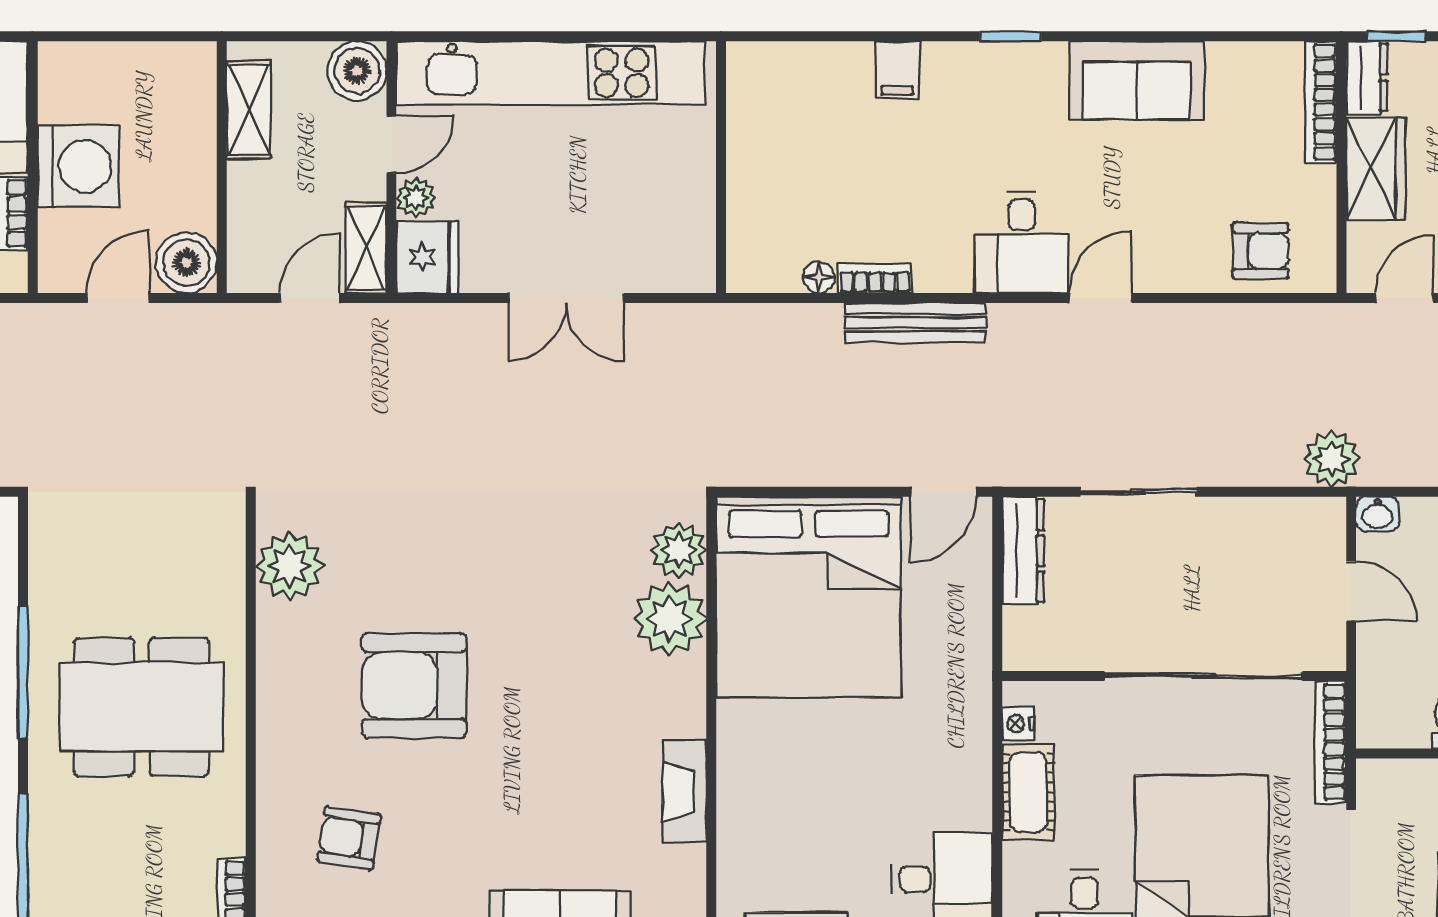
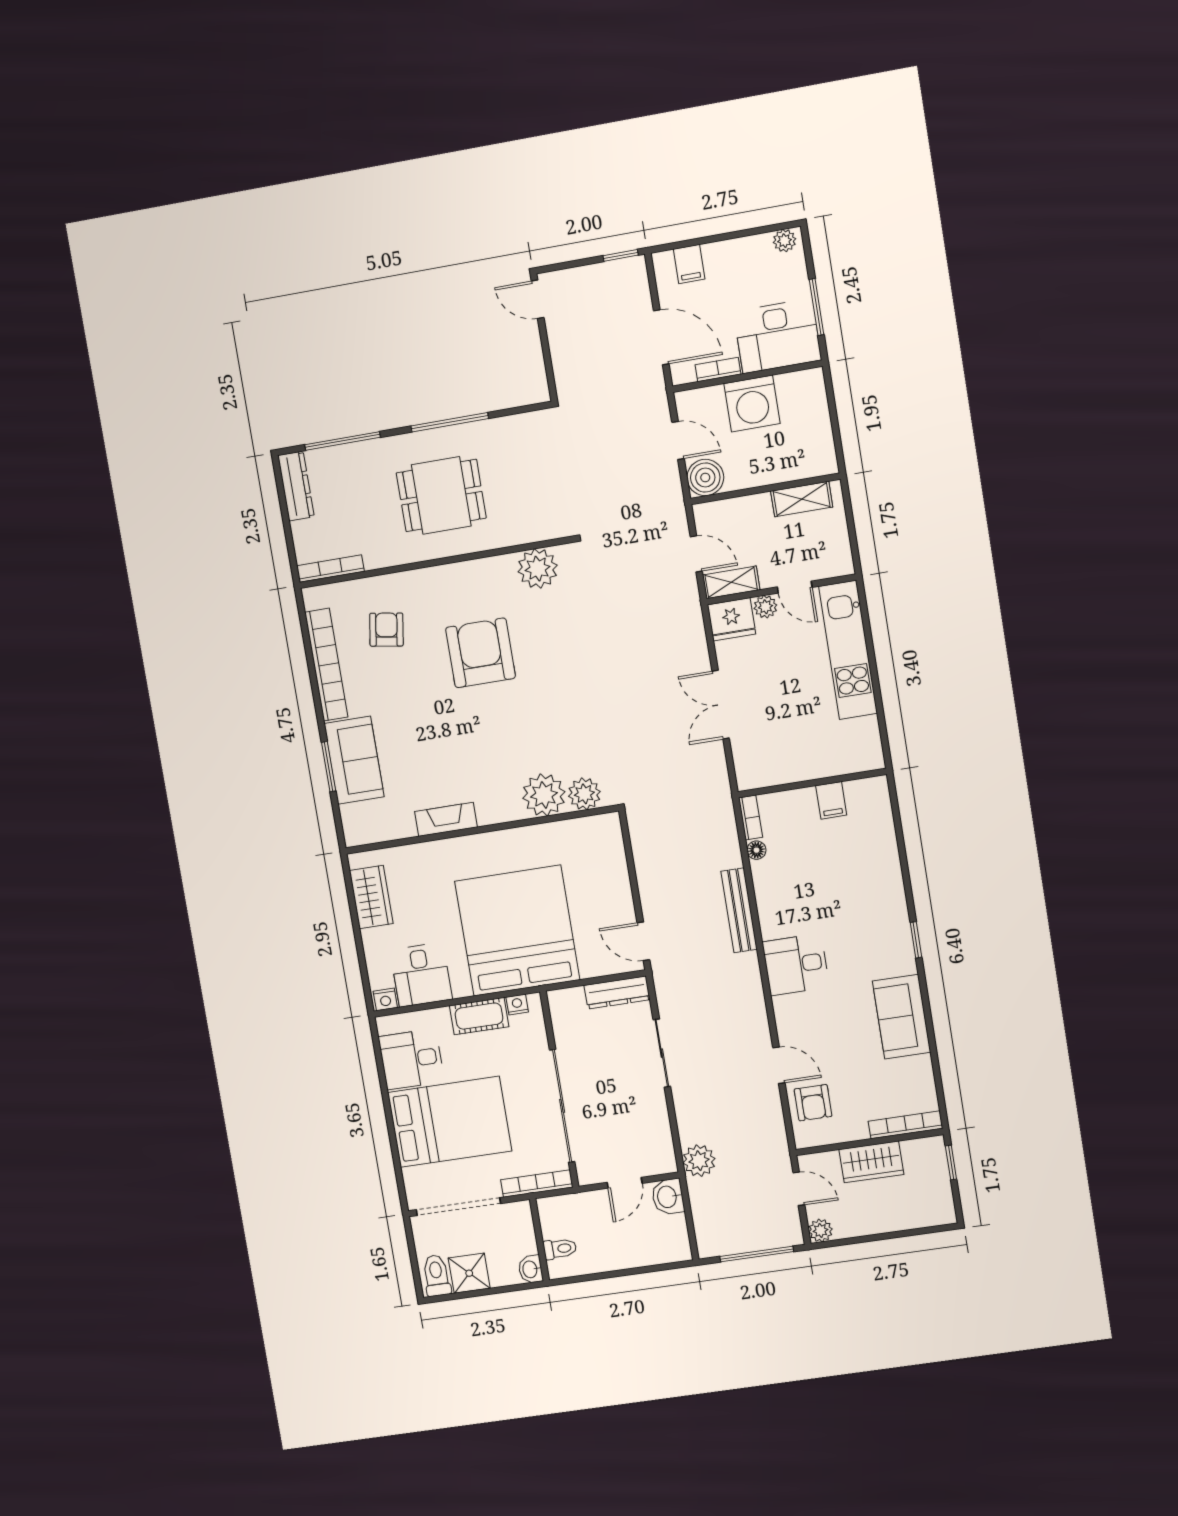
filing cabinet: (897, 70) -> (831, 800), moved, turned -90
boiler: (357, 71) -> (835, 559), removed
kitchen unit: (551, 73) -> (848, 650), width x0.73
dresser: (1367, 78) -> (924, 1149), removed
bookcase: (875, 278) -> (751, 817), moved
door: (1100, 298) -> (779, 1065), moved
washbasin: (1378, 514) -> (668, 1197), width x1.38, depth x1.45
bed: (809, 597) -> (517, 931), moved, turned 90
dining table: (141, 707) -> (441, 495), width x0.73

